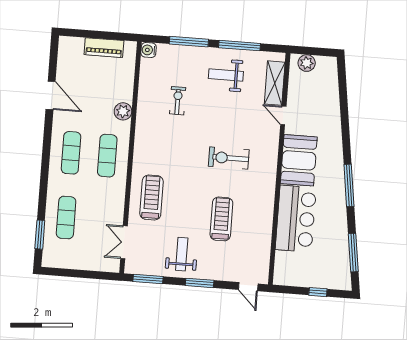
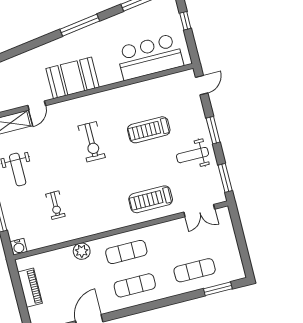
exercise bike: (178, 101) -> (55, 205), turned -90
bar counter: (296, 219) -> (150, 57), moved

